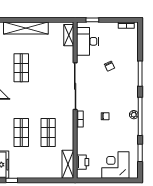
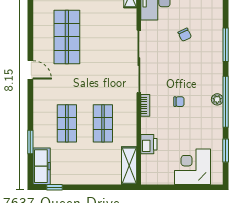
shop shelf: (21, 68) -> (67, 37), width x1.43, depth x1.36
printer: (83, 162) -> (149, 144), moved

